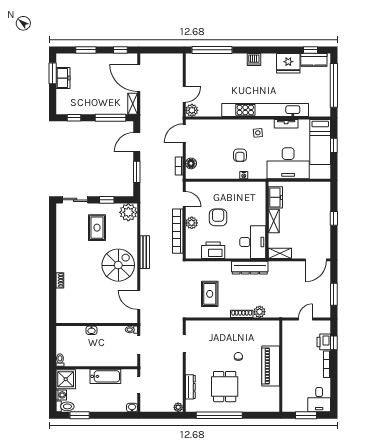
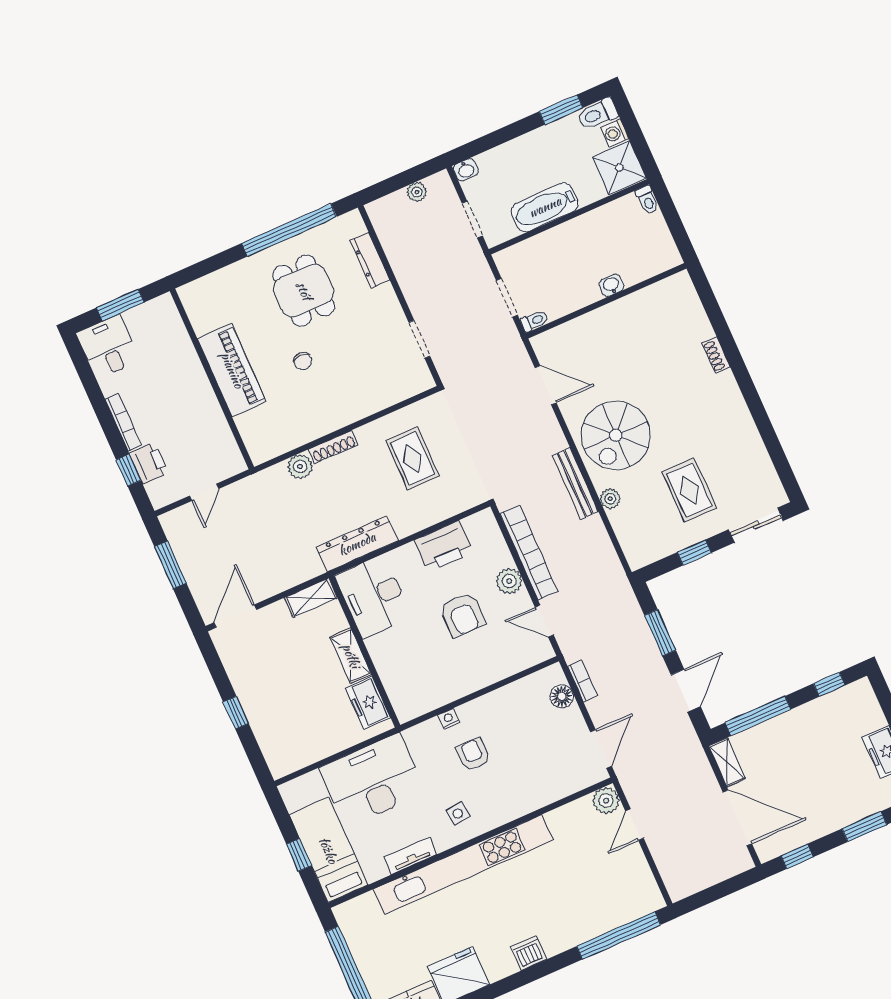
plant: (128, 212) -> (610, 499), moved, width x0.53, depth x0.53
plant: (178, 407) -> (417, 192), moved

